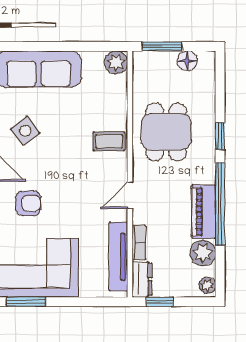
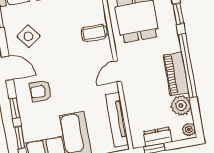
armchair: (28, 203) -> (41, 91), turned 180
bookcase: (139, 243) -> (131, 106), removed
dresser: (142, 279) -> (158, 137), moved, turned -90

